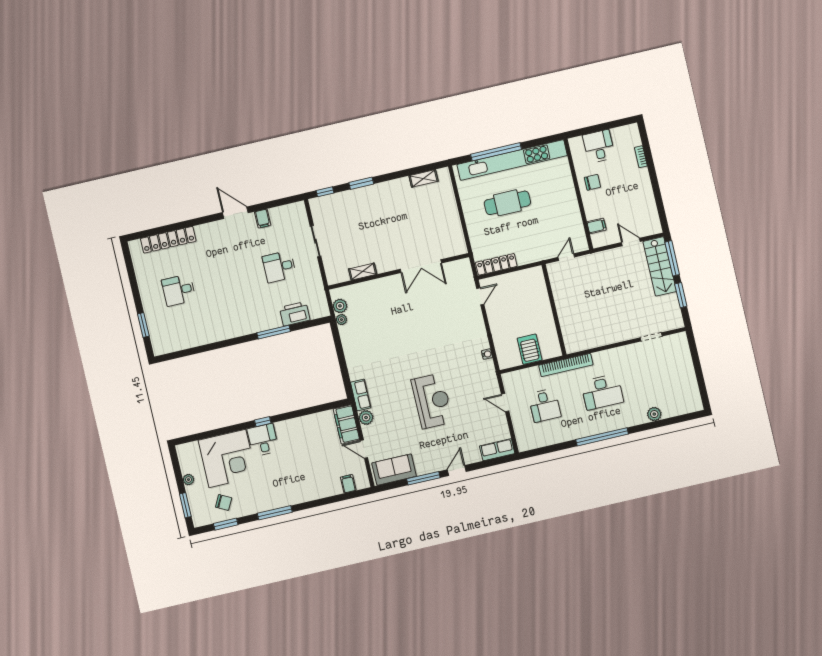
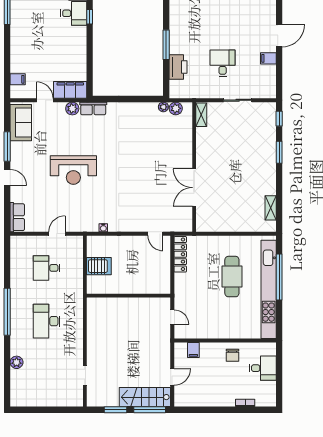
shelving: (363, 272) -> (201, 115), moved
bookcase: (566, 365) -> (78, 295), removed
door: (364, 449) -> (45, 100), hinge flipped

